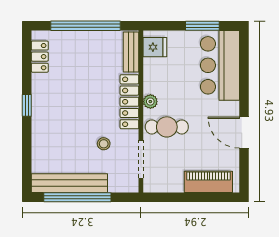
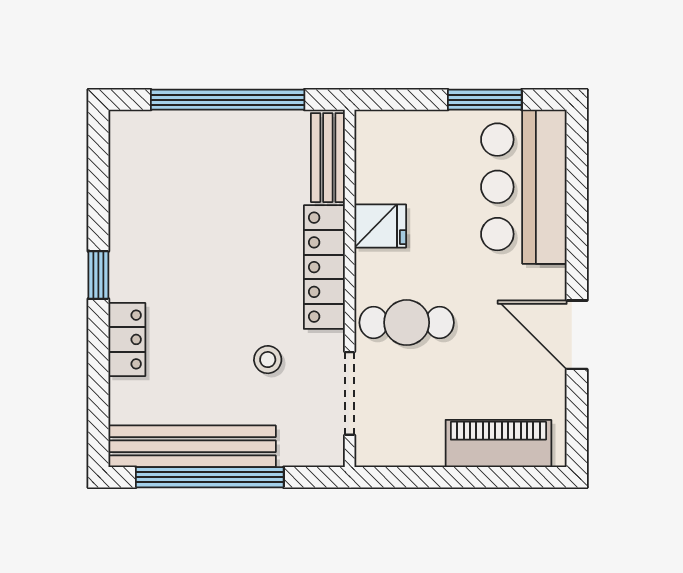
fridge: (155, 47) -> (380, 226), moved
locker: (40, 57) -> (127, 339), moved
plant: (150, 102) -> (370, 267), removed

